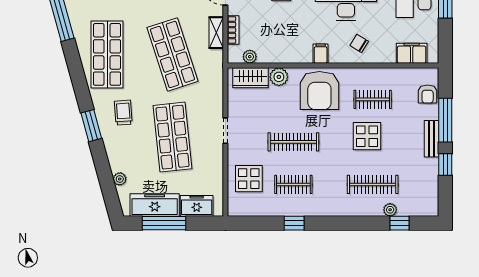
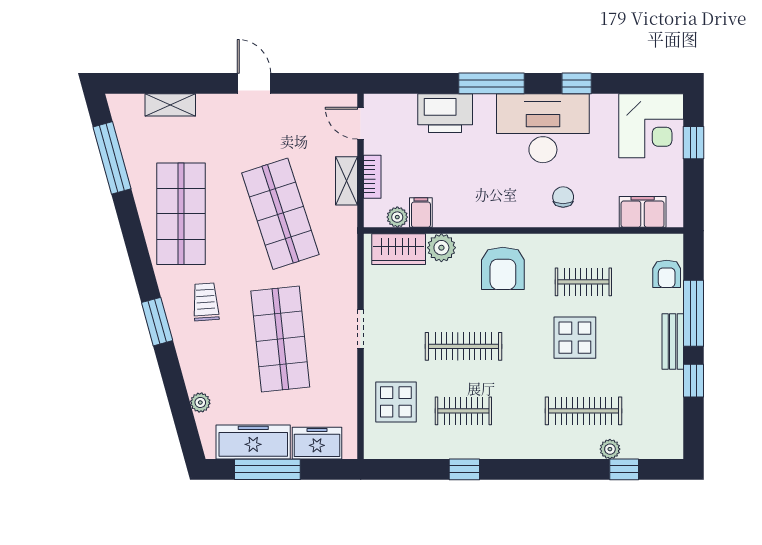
chair: (359, 43) -> (563, 197), turned 58
filing cabinet: (321, 54) -> (421, 213), moved
armchair: (319, 90) -> (503, 268), width x0.73, depth x0.73

